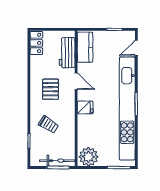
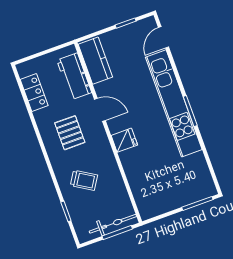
locker: (36, 43) -> (34, 93), moved
kitchen unit: (127, 109) -> (174, 103), width x0.73
plant: (88, 157) -> (152, 204), removed

